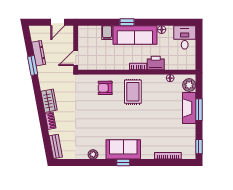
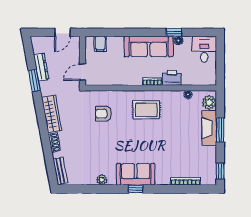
window: (127, 22) -> (174, 32), moved
filing cabinet: (107, 33) -> (100, 44), moved
armchair: (105, 88) -> (103, 114), moved
rug: (133, 92) -> (146, 110), turned 90
wardrobe: (49, 101) -> (52, 114), width x1.50

